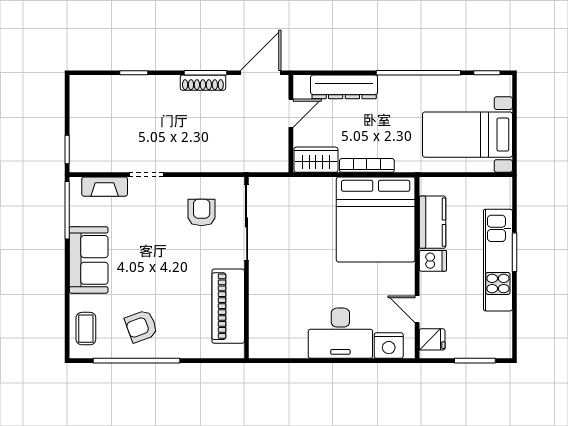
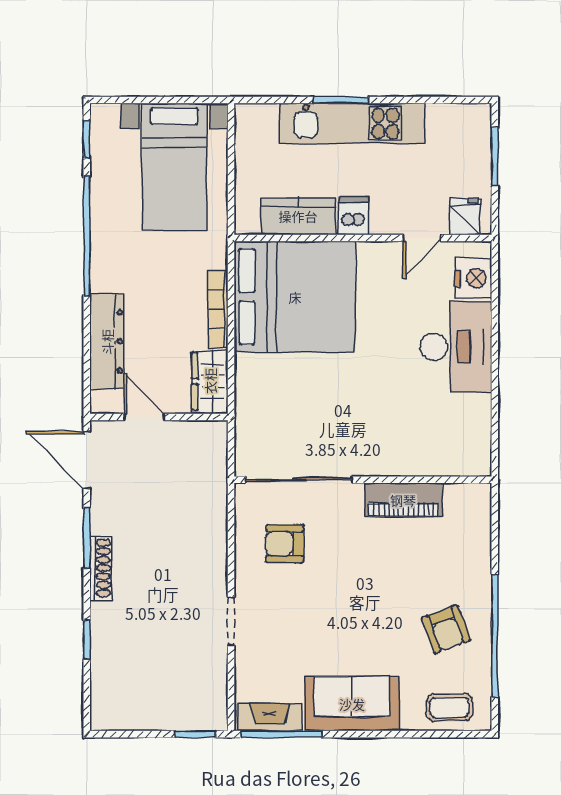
shoe rack: (203, 83) -> (101, 568), moved
fireplace: (105, 187) -> (270, 717), moved, turned -90
piano: (228, 306) -> (403, 500), width x0.73, depth x0.75

